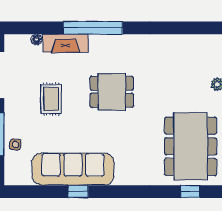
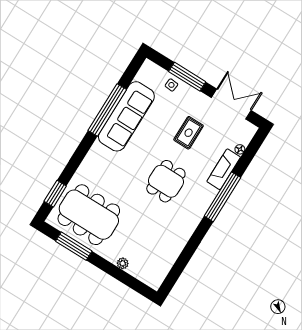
rug: (51, 99) -> (189, 133), turned 90
window: (78, 192) -> (107, 110), width x3.17
window: (190, 192) -> (55, 194), width x1.50

